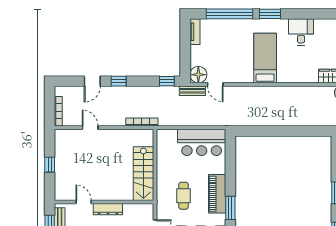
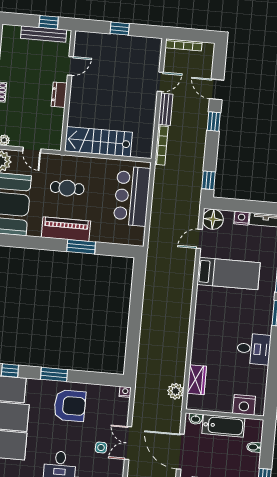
nightstand: (195, 51) -> (242, 218), added
bed: (265, 58) -> (228, 274), moved
bench: (192, 91) -> (166, 109), moved
bar counter: (202, 142) -> (132, 196), moved
window: (230, 208) -> (81, 247), moved
dresser: (108, 209) -> (59, 95), width x0.70

